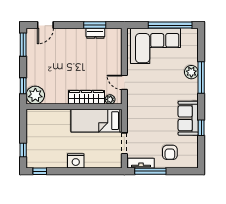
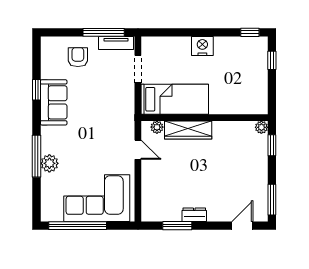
dresser: (95, 33) -> (194, 215), moved
plant: (35, 95) -> (261, 127), width x0.53, depth x0.53

